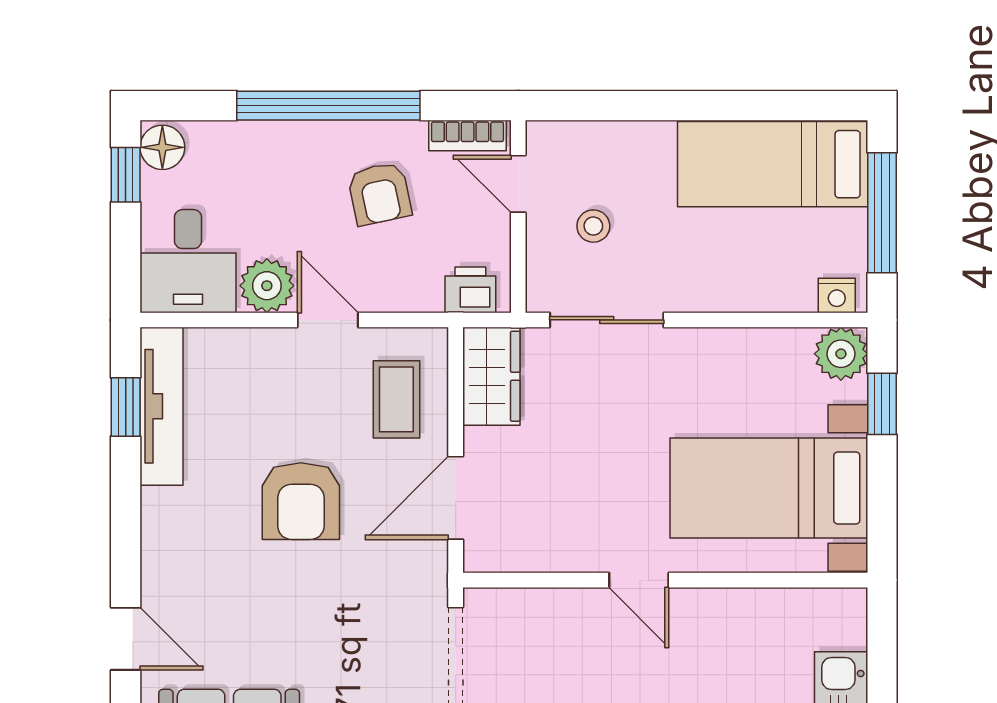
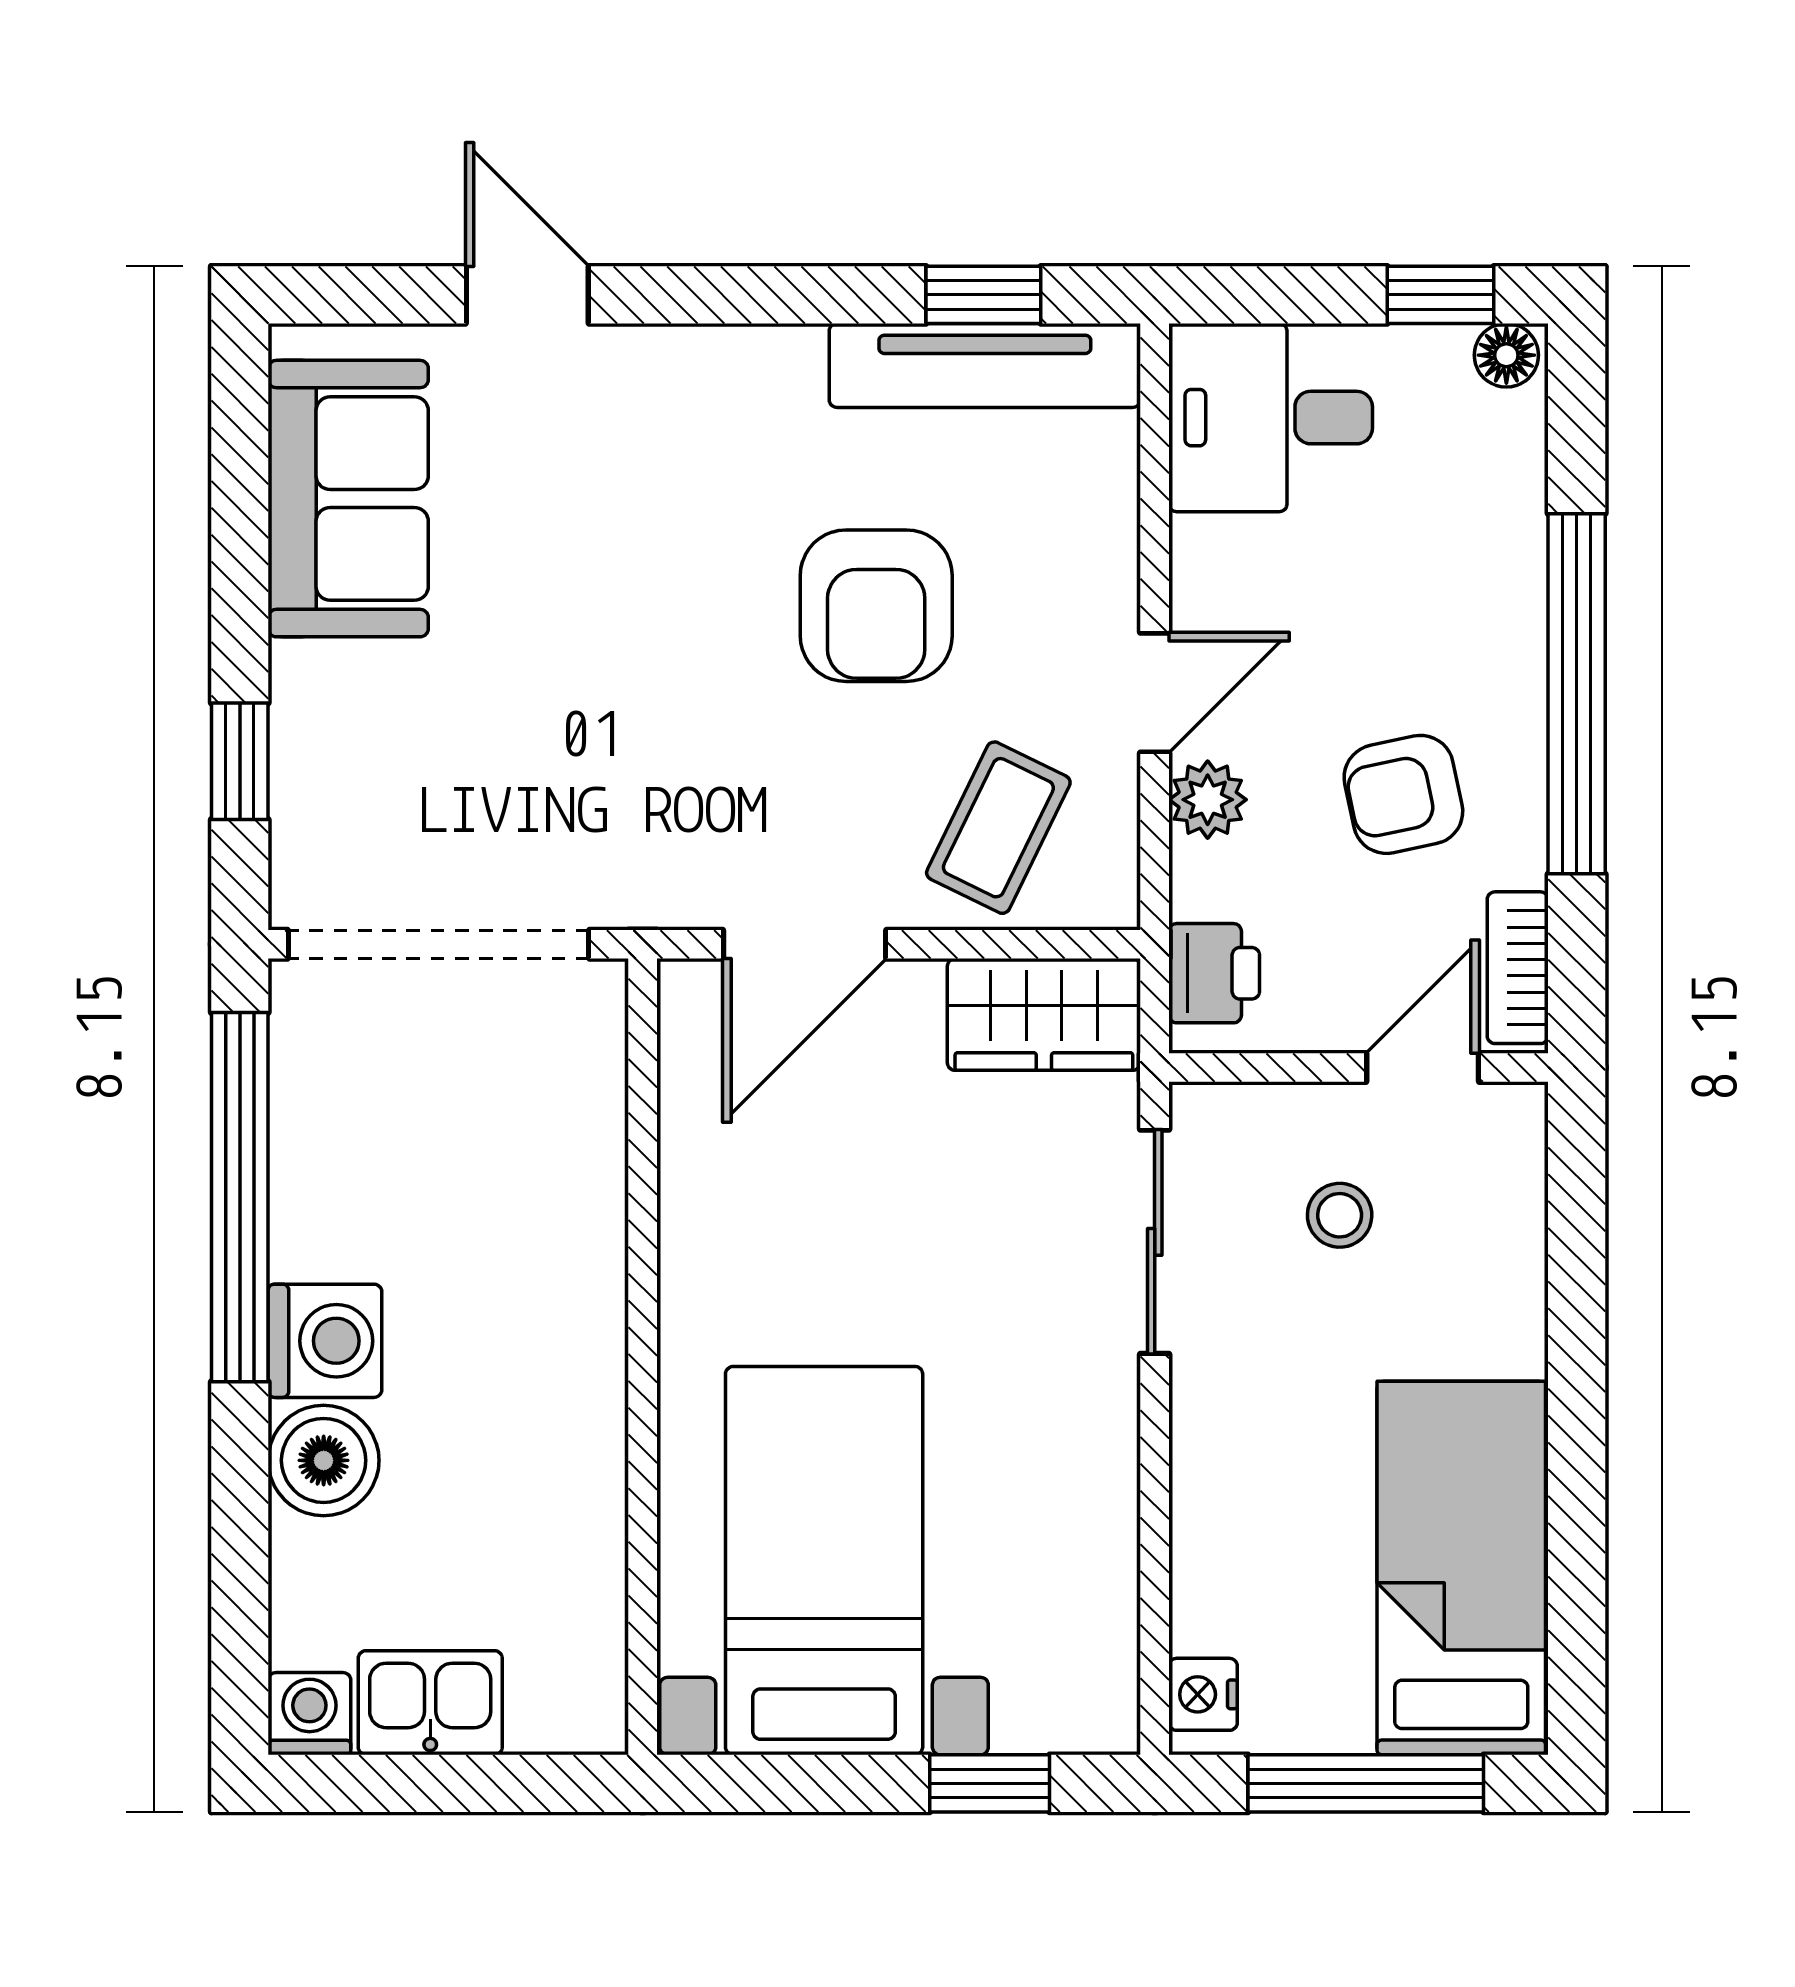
floor lamp: (162, 147) -> (1506, 355), width x0.73, depth x0.73
plant: (267, 286) -> (1208, 800), moved, width x0.73, depth x0.73
plant: (841, 354) -> (1088, 1703), removed
coffee table: (396, 399) -> (998, 828), turned -64
door: (456, 498) -> (805, 944), swing flipped
armchair: (301, 501) -> (876, 606), moved, turned -90
door: (639, 580) -> (643, 1305), removed
door: (126, 639) -> (527, 295), swing flipped

